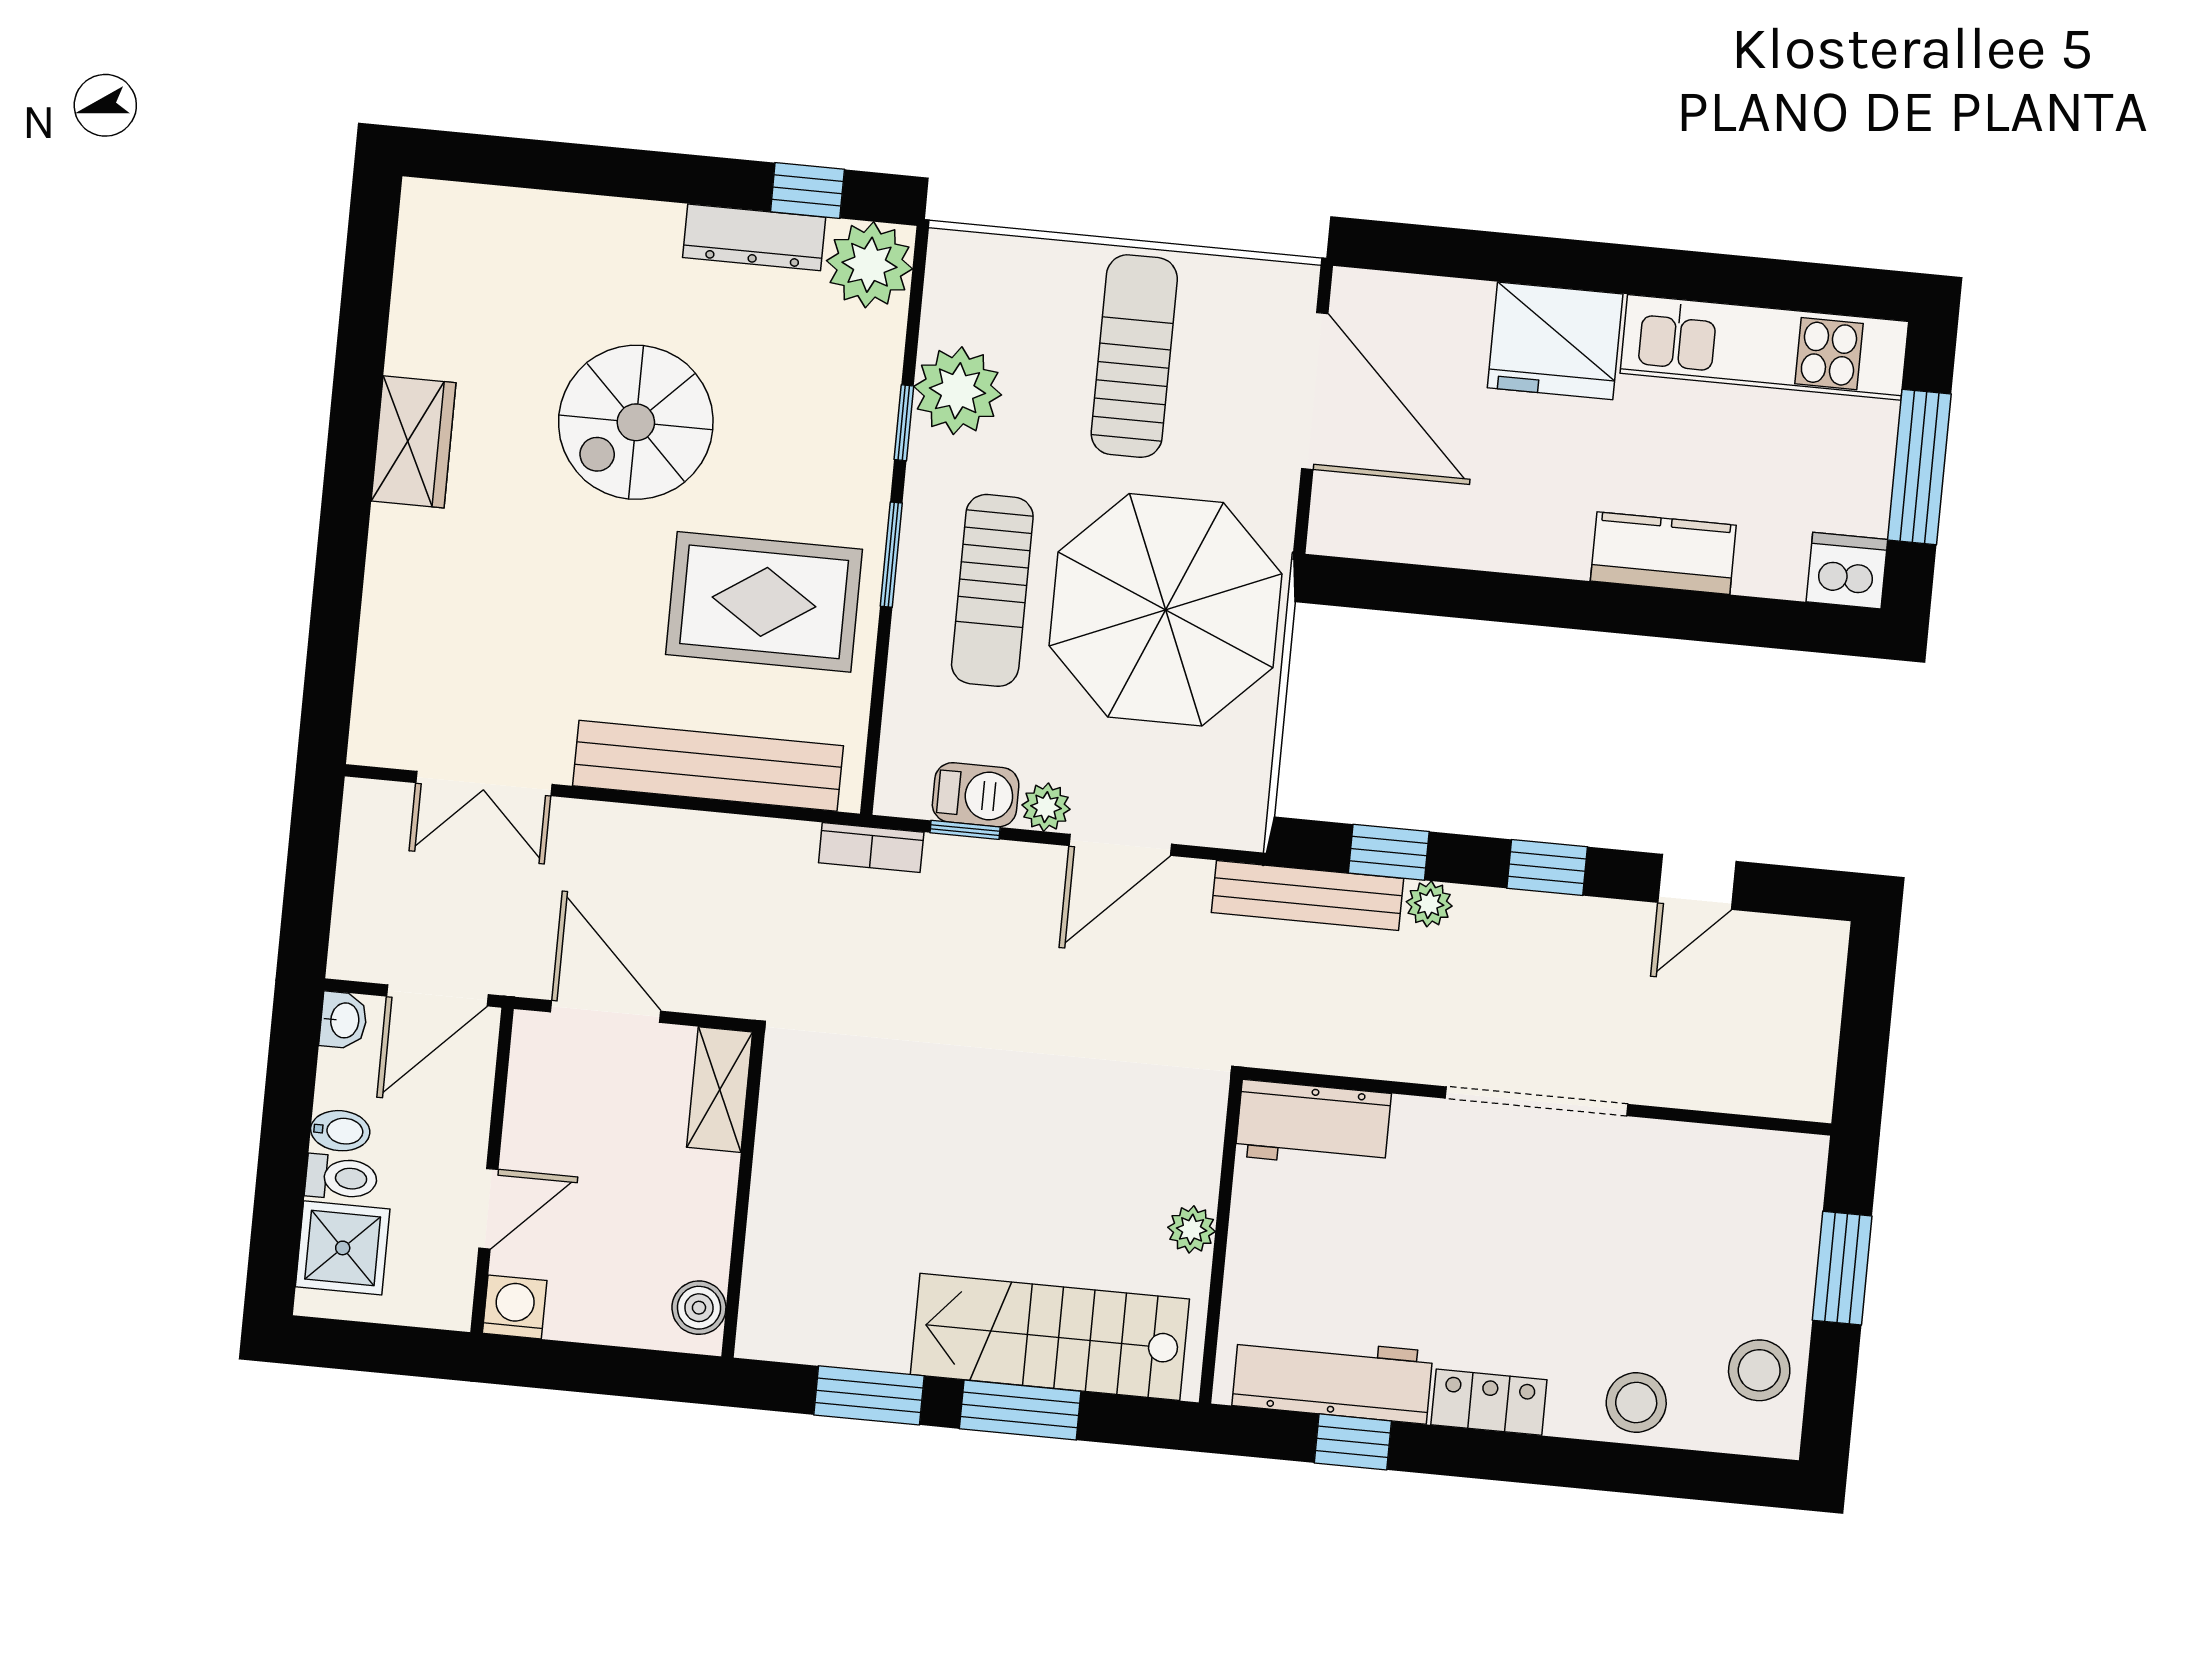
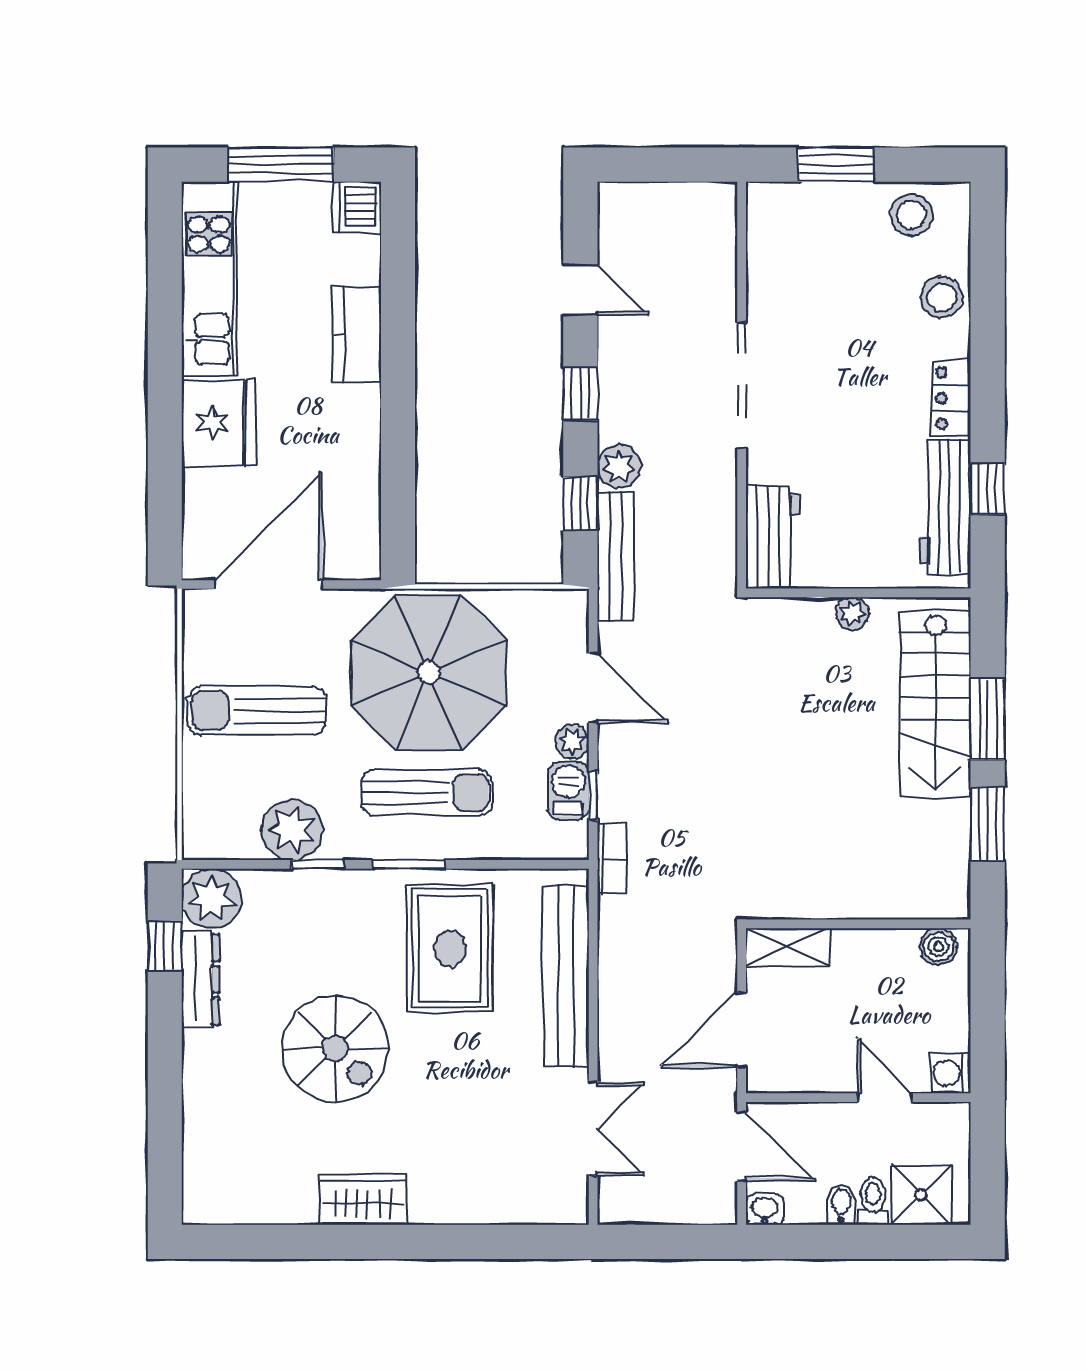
plant: (1429, 904) -> (619, 466), width x1.38, depth x1.38

